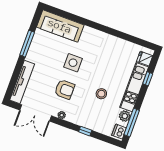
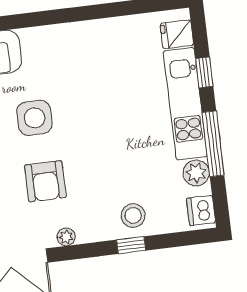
armchair: (65, 89) -> (45, 181), turned 90
stool: (101, 94) -> (133, 216), moved
window: (132, 122) -> (213, 144), moved

